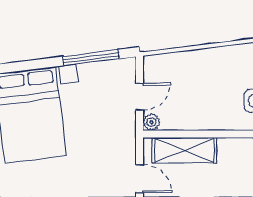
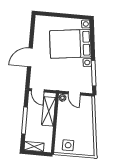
door: (140, 179) -> (38, 90), hinge flipped

